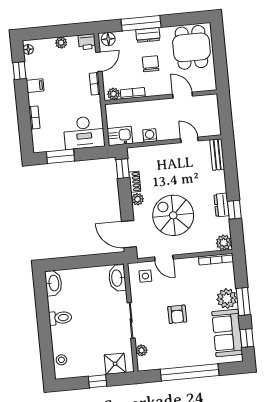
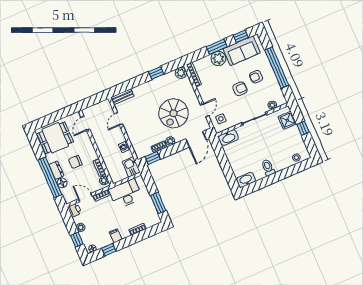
window: (141, 23) -> (50, 177), width x1.46
window: (47, 32) -> (77, 240), added
floor lamp: (108, 39) -> (62, 183), moved
door: (183, 95) -> (85, 123), moved
desk: (84, 133) -> (125, 194), moved, turned -90
dresser: (222, 205) -> (156, 83), removed
armchair: (186, 341) -> (256, 77), added

